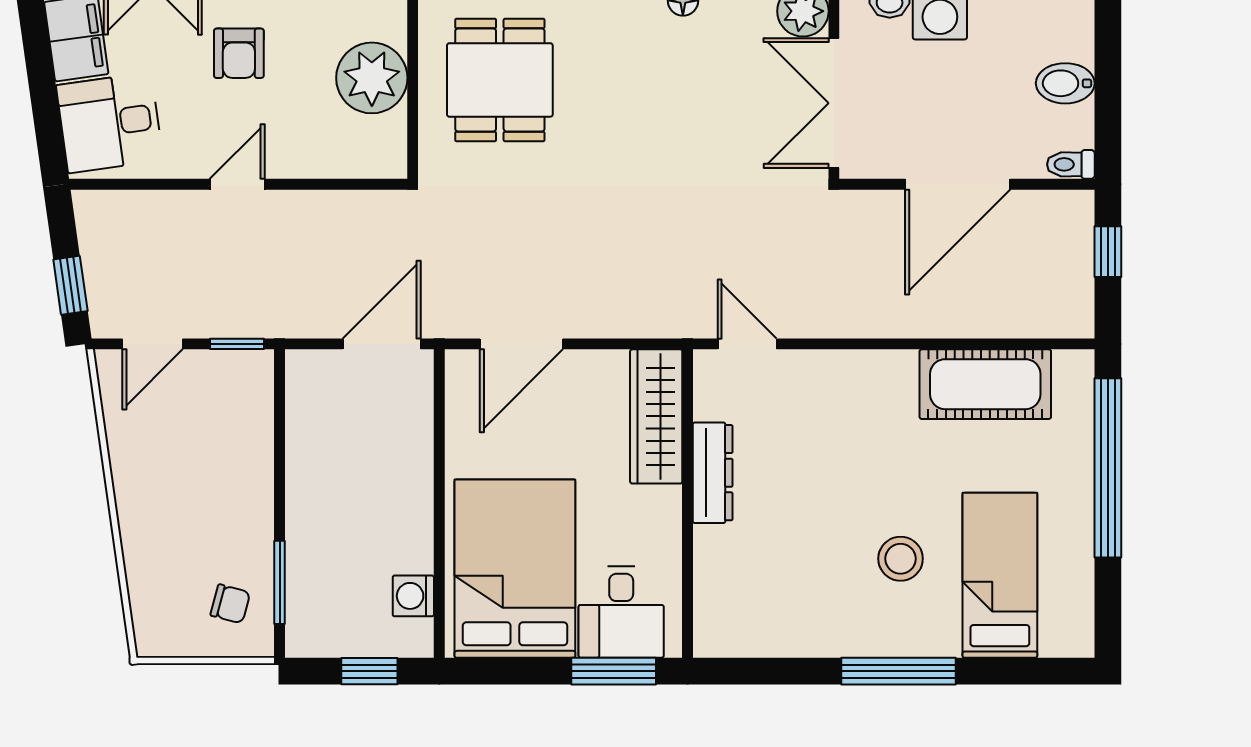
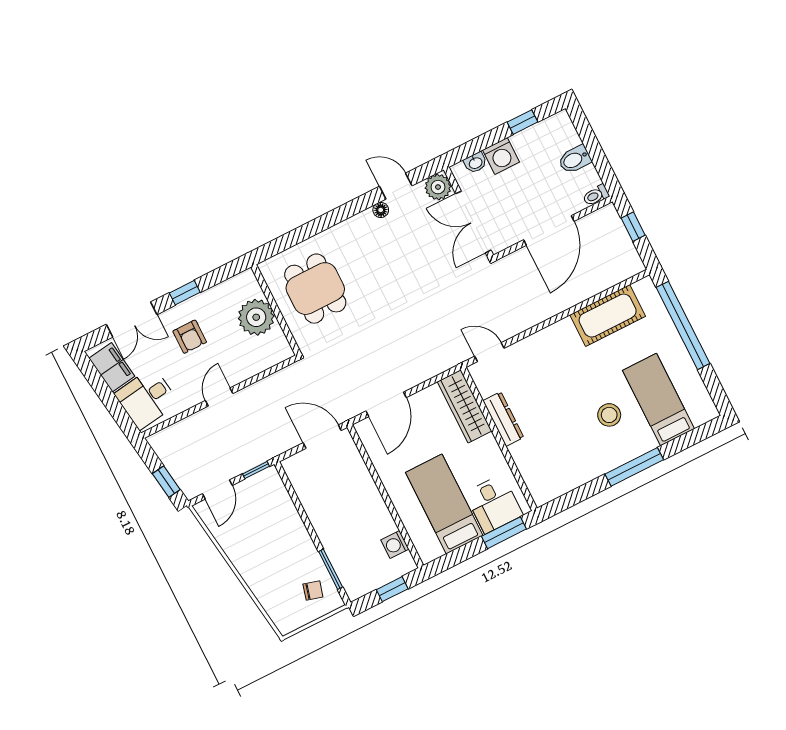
door: (382, 344) -> (322, 437), hinge flipped
bed: (515, 569) -> (444, 504), width x0.67

